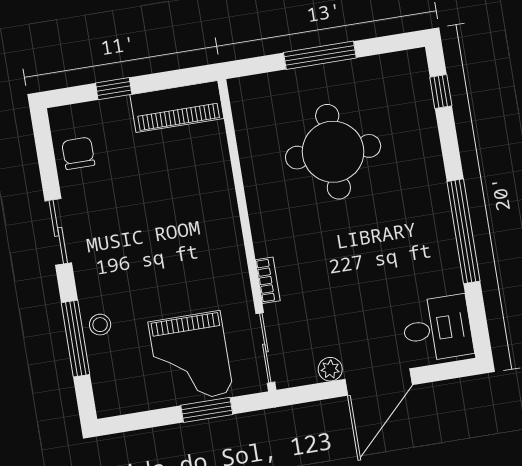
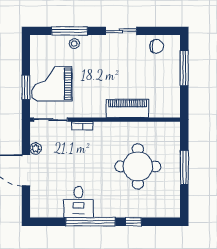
window: (114, 89) -> (184, 68), width x2.17
window: (441, 91) -> (133, 222), moved
piano: (177, 107) -> (127, 108), moved, turned 90
desk: (437, 329) -> (78, 202), moved

